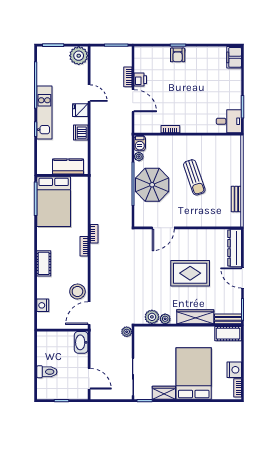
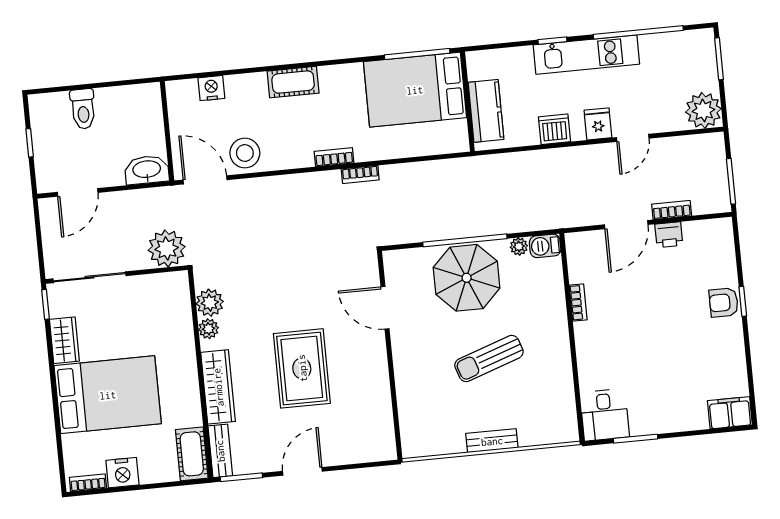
bench: (236, 199) -> (492, 441), moved
dresser: (235, 248) -> (359, 450), removed
plant: (127, 332) -> (167, 248), width x1.88, depth x1.88

